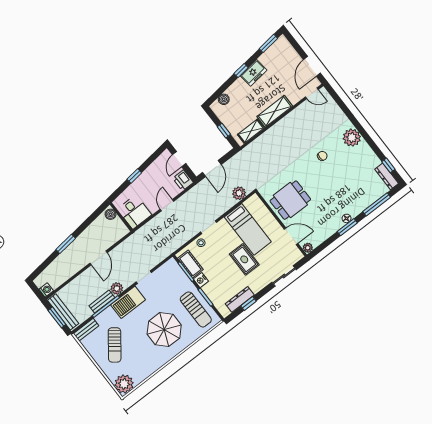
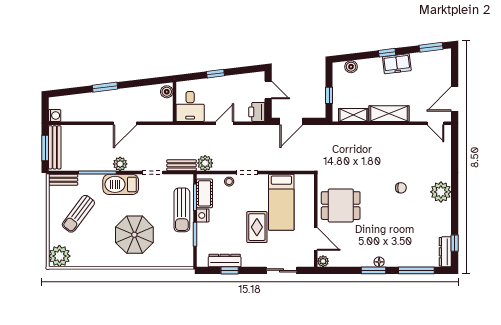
door: (179, 159) -> (268, 90), swing flipped
plant: (239, 193) -> (205, 163), moved
bench: (102, 302) -> (182, 165), moved
sun lounger: (196, 309) -> (182, 210), moved

